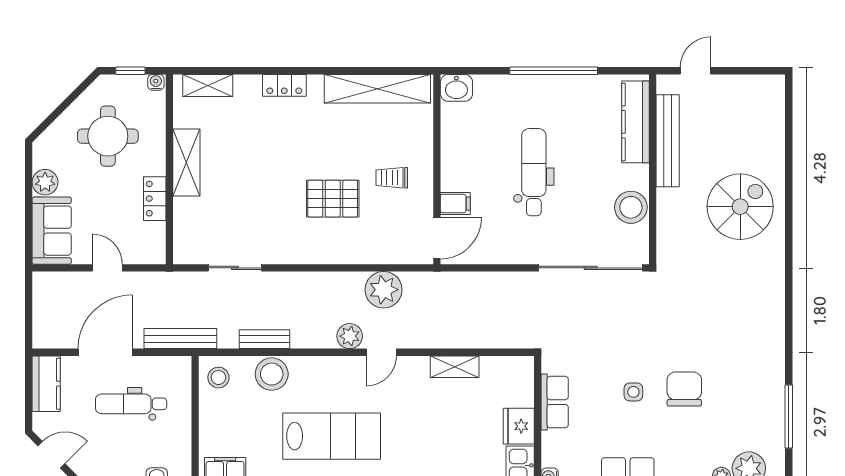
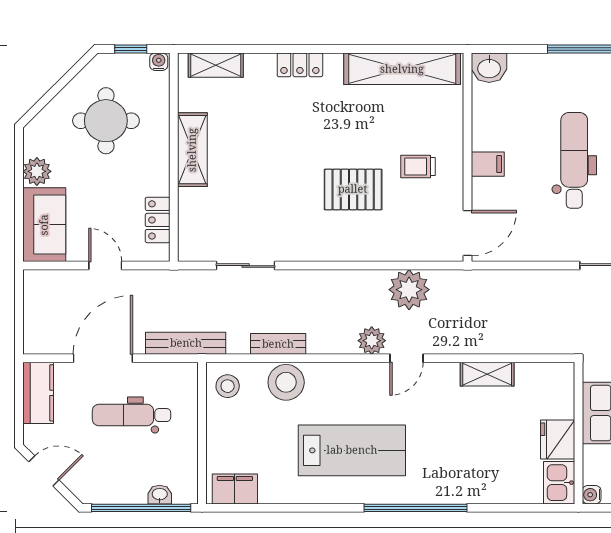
locker: (155, 199) -> (158, 220), moved
filing cabinet: (455, 204) -> (488, 164), moved

